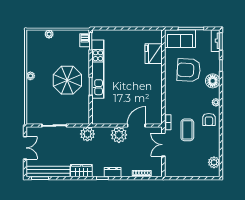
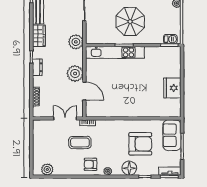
fridge: (154, 54) -> (172, 88), moved, turned -90
kitchen unit: (98, 69) -> (115, 52), moved
armchair: (189, 70) -> (140, 144), turned 87

